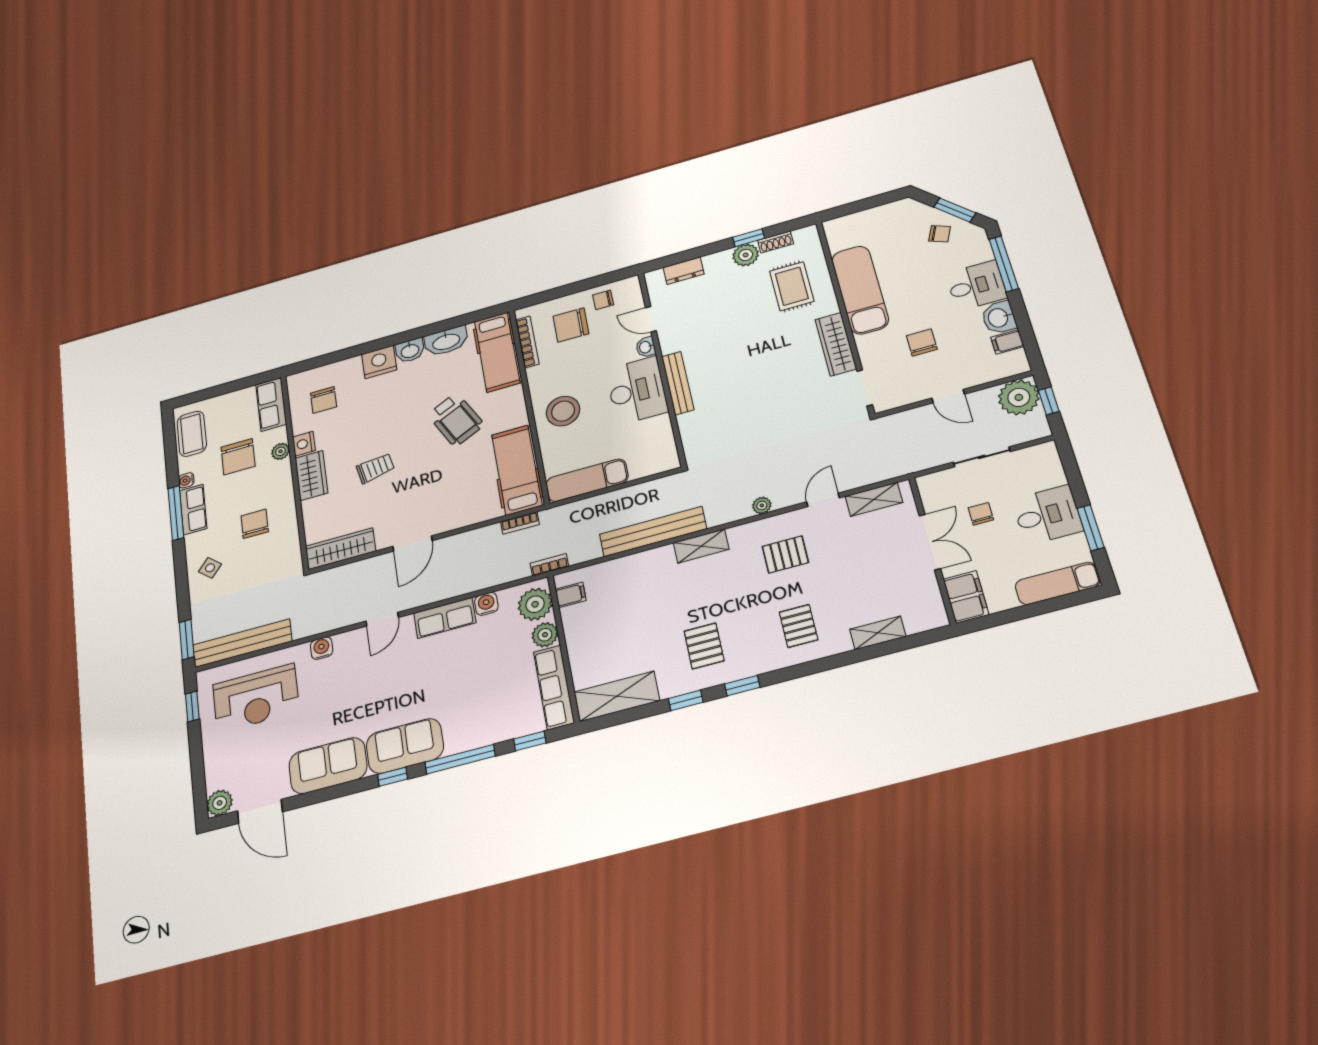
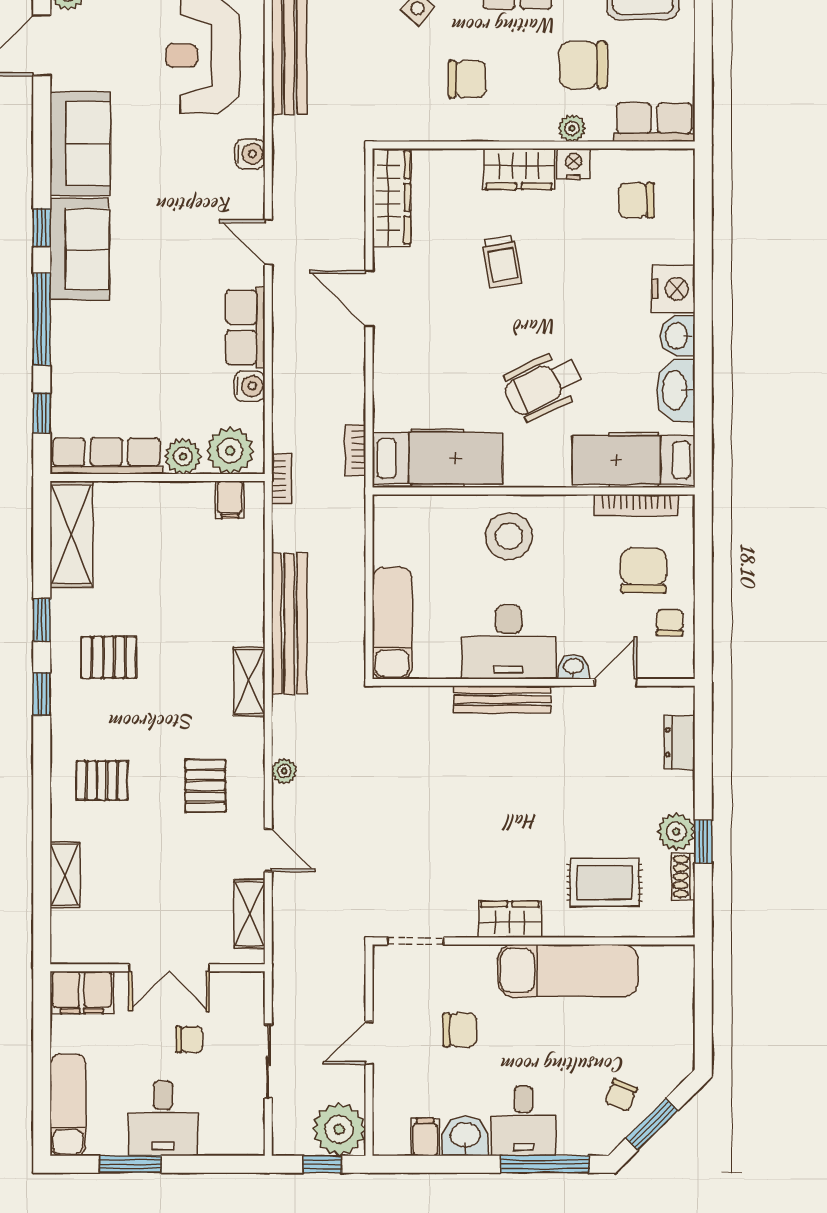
wardrobe: (836, 344) -> (510, 919), width x0.67
exam couch: (587, 480) -> (392, 623), moved

